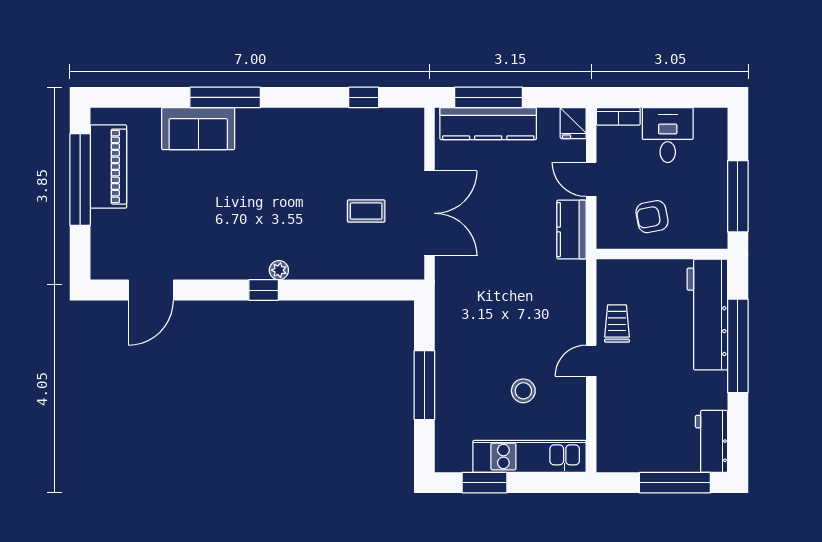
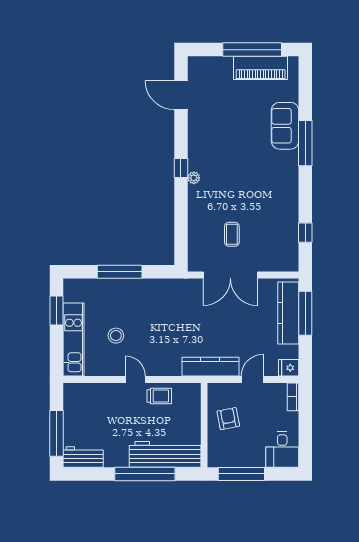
desk: (668, 135) -> (282, 450), moved, turned 90
kitchen counter: (572, 230) -> (210, 367), width x1.50

